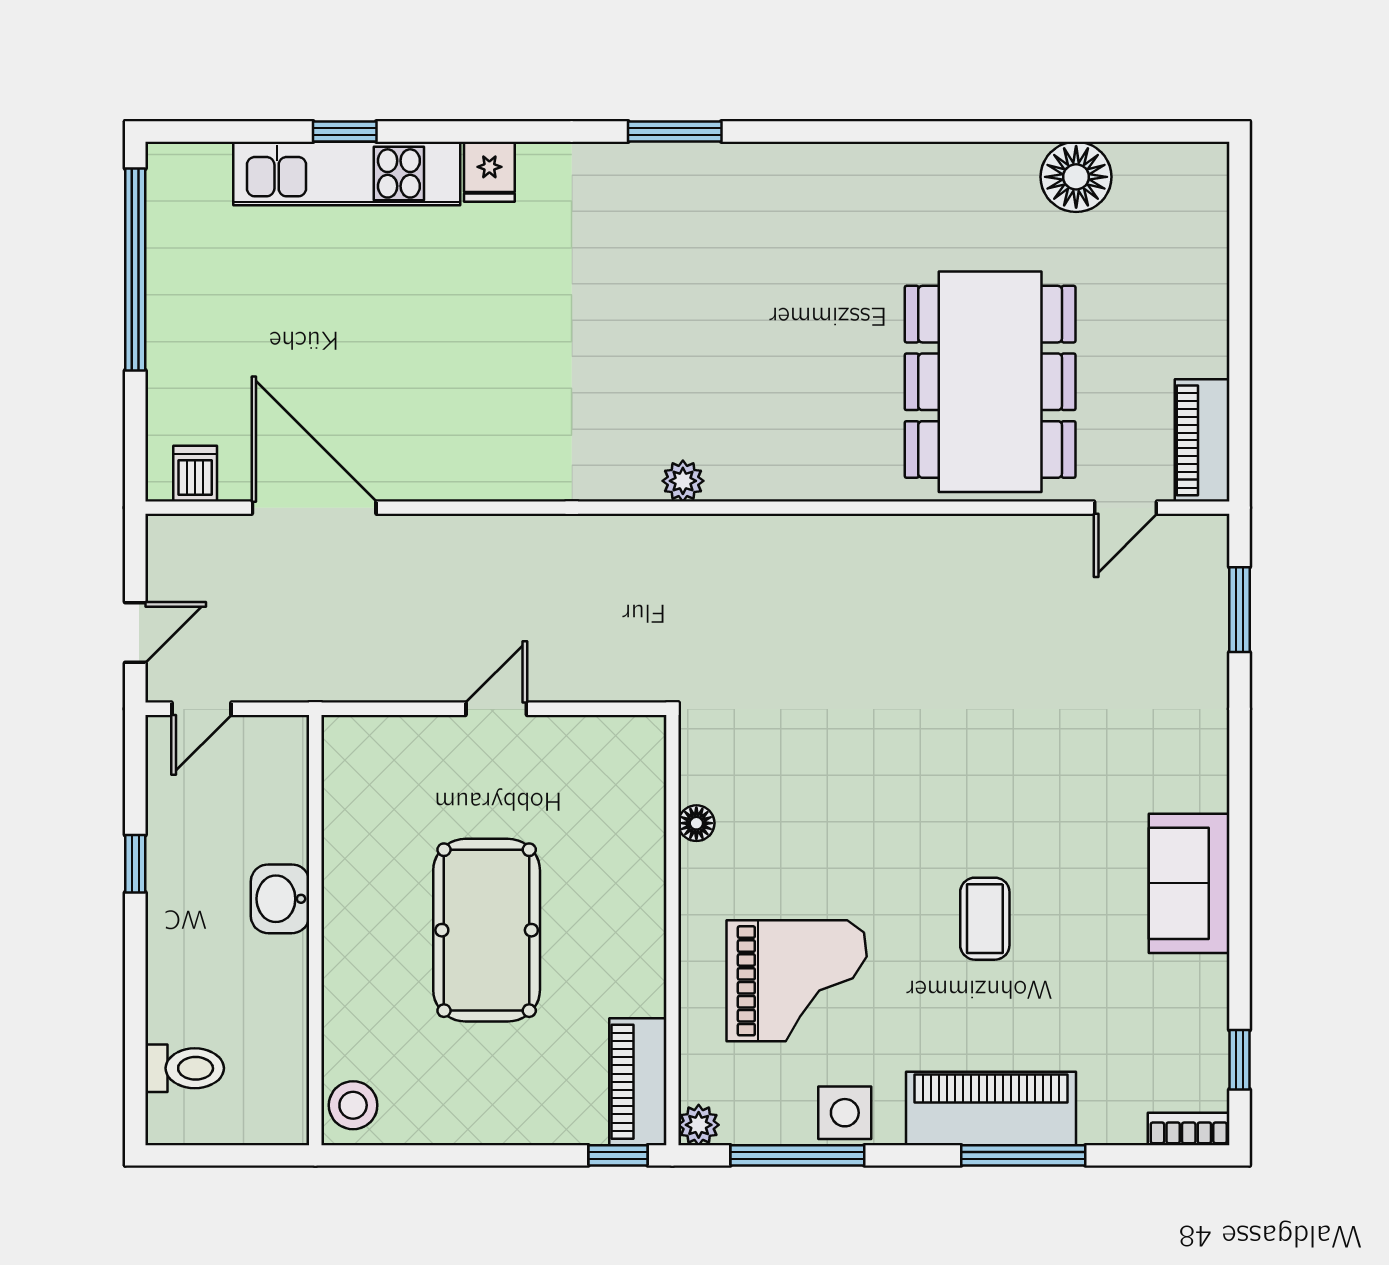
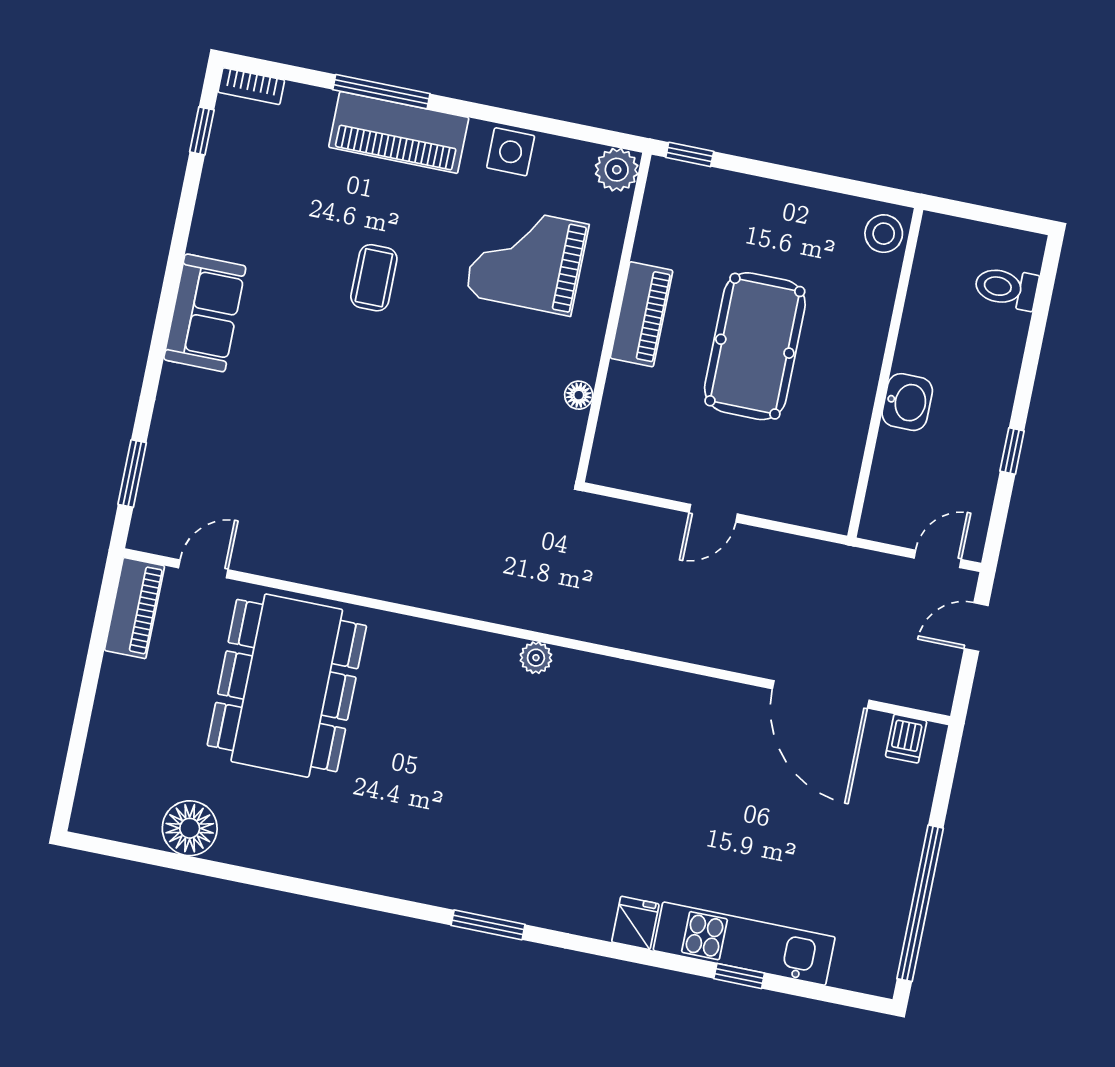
sofa: (1189, 883) -> (205, 313), moved
piano: (638, 1082) -> (642, 314), moved
plant: (699, 1125) -> (617, 170), width x1.38, depth x1.38
window: (797, 1155) -> (553, 127), removed

